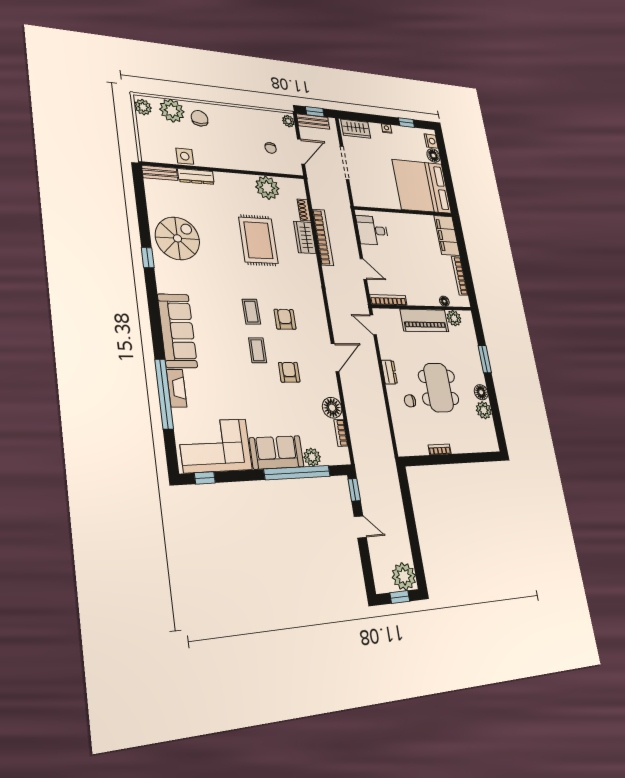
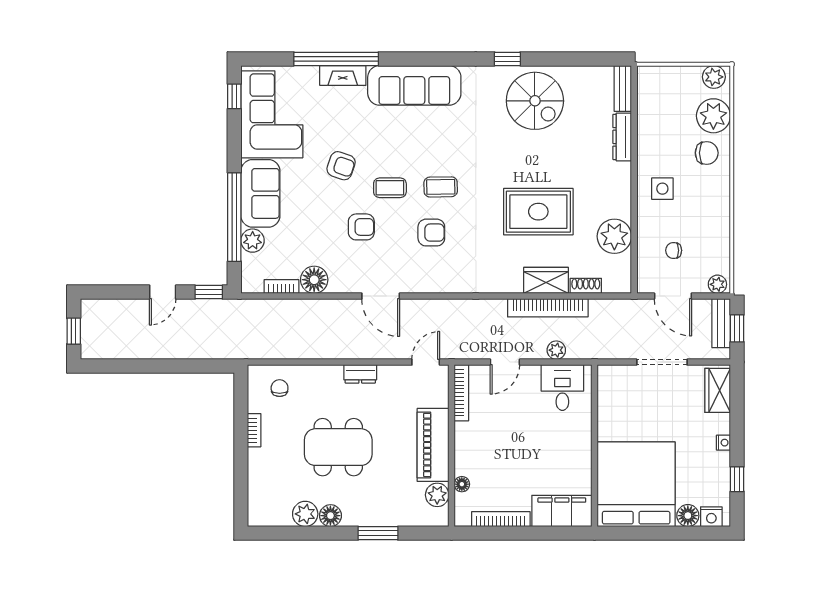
side table: (185, 156) -> (662, 189), moved
armchair: (247, 389) -> (341, 166), added
chair: (410, 401) -> (280, 388), moved
plant: (404, 576) -> (556, 350), moved, width x0.53, depth x0.53

